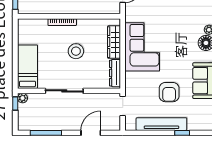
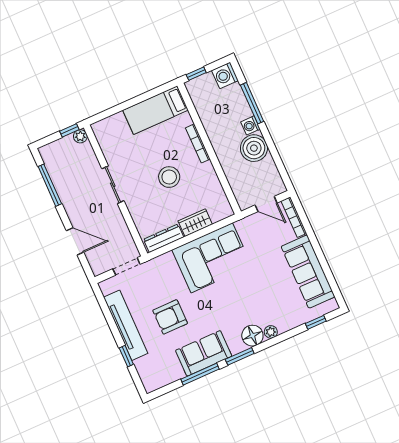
wardrobe: (114, 42) -> (195, 223), width x0.67
bed: (27, 67) -> (156, 110), moved, turned 180
sliding door: (64, 91) -> (113, 185), width x0.73

